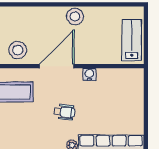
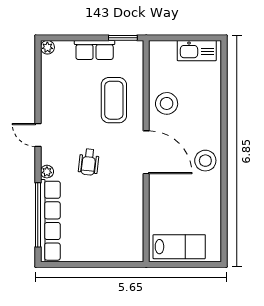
stool: (75, 16) -> (205, 161), moved
water cooler: (89, 74) -> (136, 193), removed

